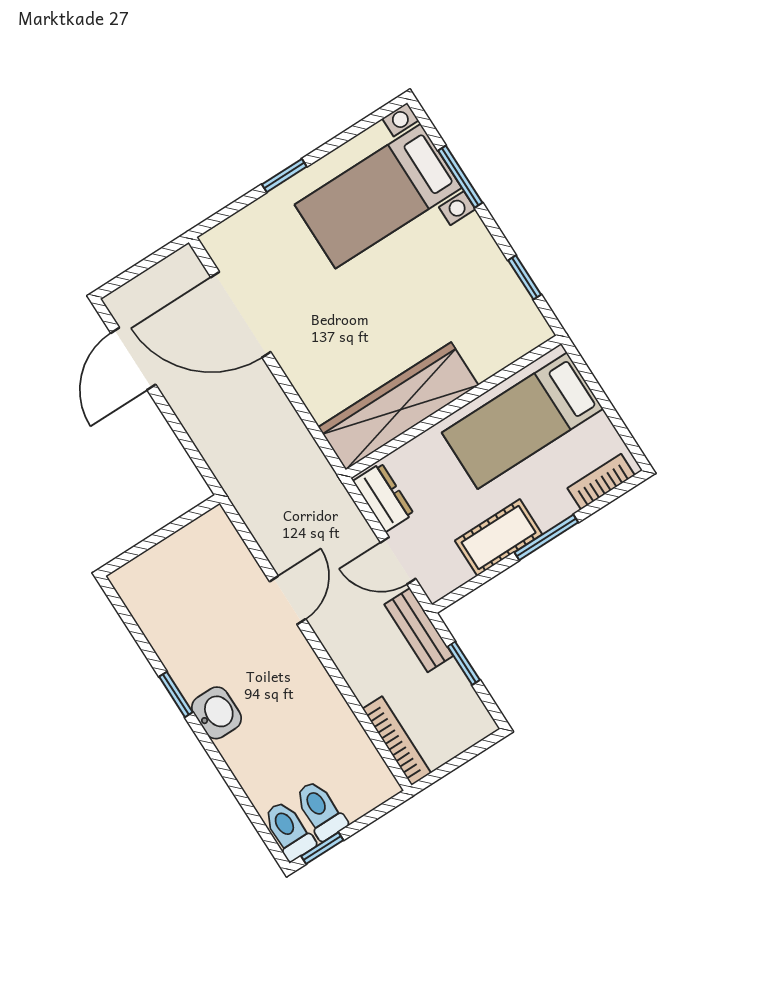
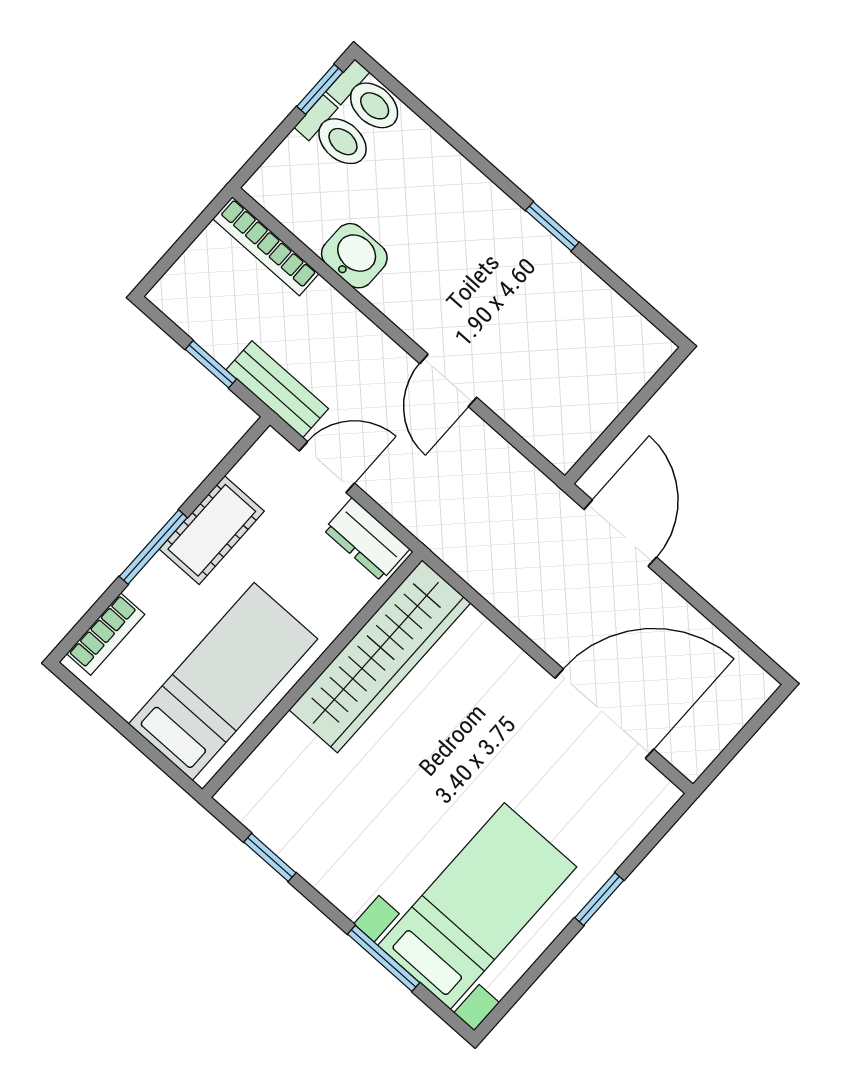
door: (133, 359) -> (620, 533), moved
washbasin: (217, 713) -> (354, 256), moved, turned 180

